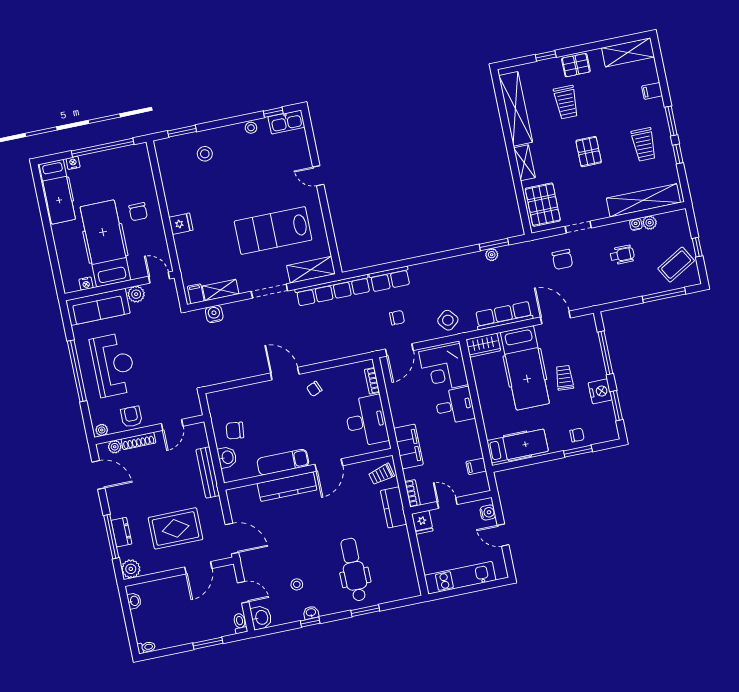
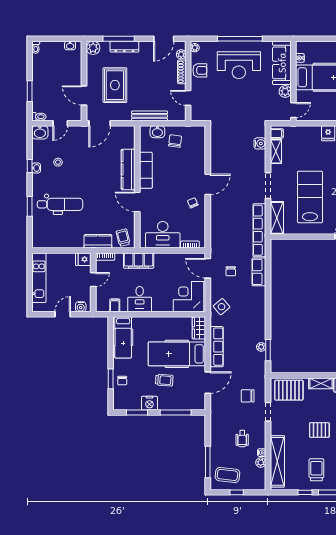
trolley: (644, 144) -> (316, 470), turned 90
coffee table: (676, 265) -> (227, 475), turned -53
desk: (455, 406) -> (140, 299), moved
dresser: (122, 532) -> (124, 47), width x1.44

